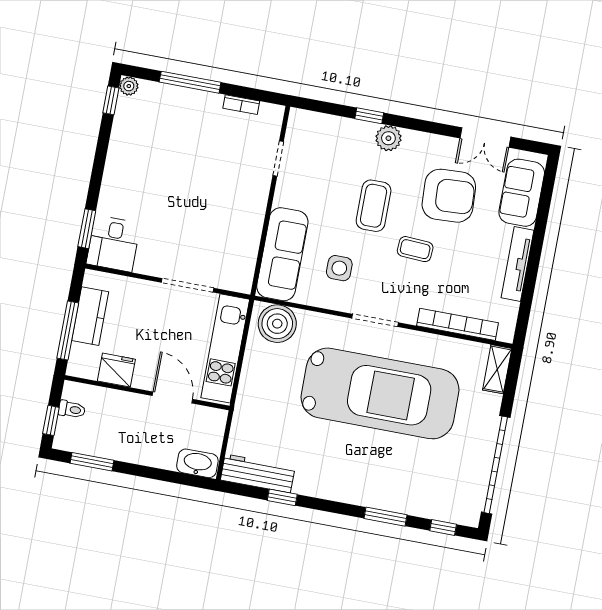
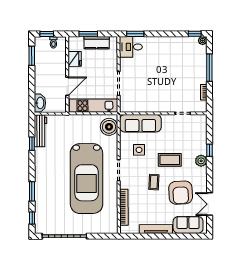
window: (68, 331) -> (88, 34), width x0.69
shelving: (497, 369) -> (107, 229), removed

